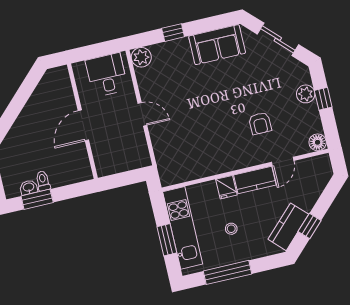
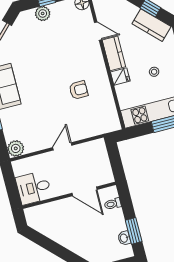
desk: (107, 75) -> (34, 188), moved
armchair: (260, 123) -> (78, 90), moved
door: (83, 125) -> (84, 191), moved
toilet: (43, 181) -> (113, 204), moved

